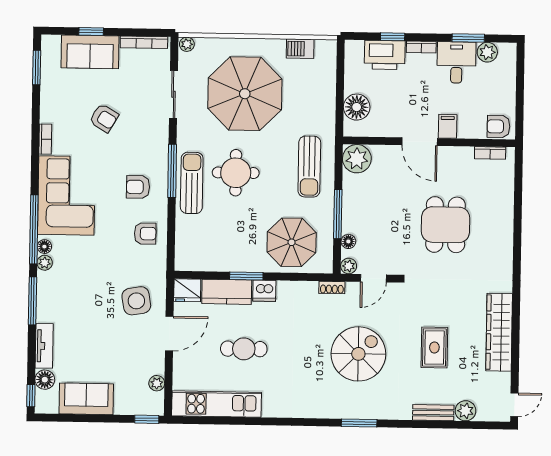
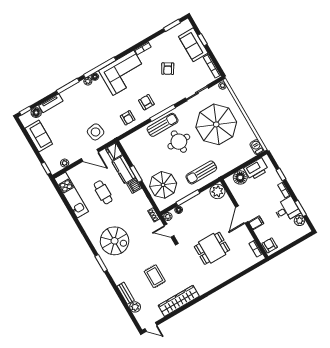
barbecue: (300, 49) -> (257, 147), moved
printer: (385, 55) -> (256, 169), moved, turned -90
rug: (434, 347) -> (155, 276), turned 90
spiral stairs: (358, 354) -> (115, 241), moved

